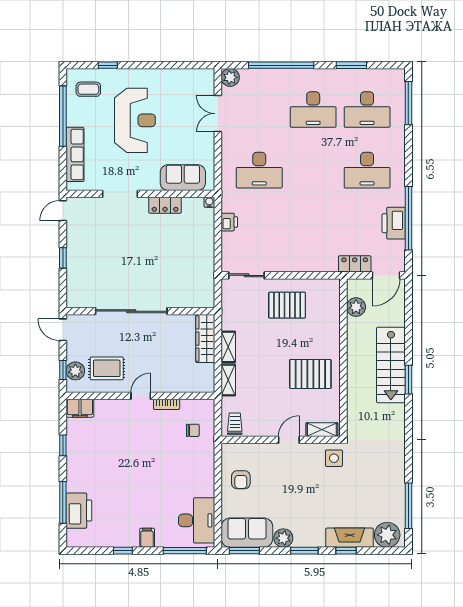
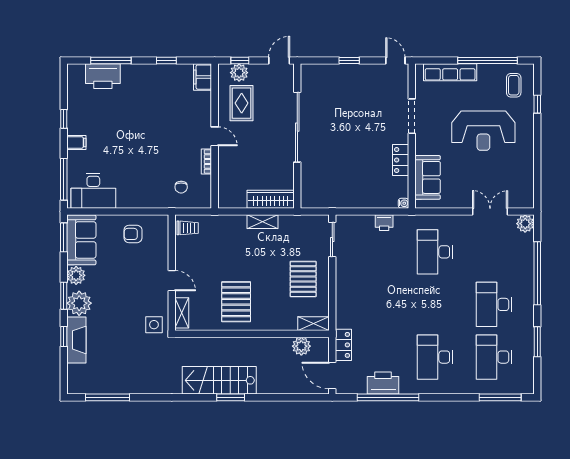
stairs: (391, 365) -> (219, 380), moved
shelving: (228, 380) -> (314, 324), moved
plant: (387, 535) -> (79, 303), moved

